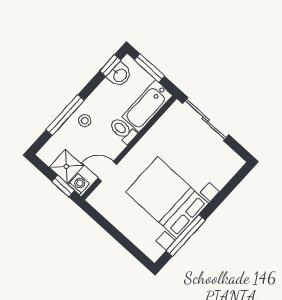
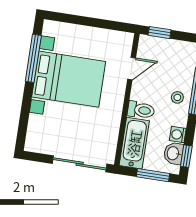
shower: (66, 166) -> (168, 50), removed
washing machine: (79, 184) -> (178, 135), moved, turned 90

